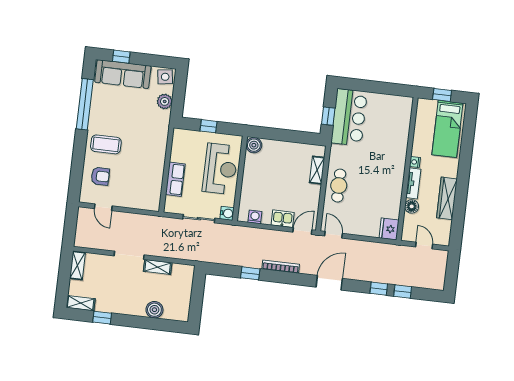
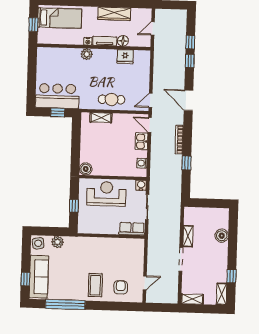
plant: (399, 159) -> (87, 54), added
row of seats: (175, 179) -> (132, 229), moved
fridge: (389, 229) -> (125, 57), moved

